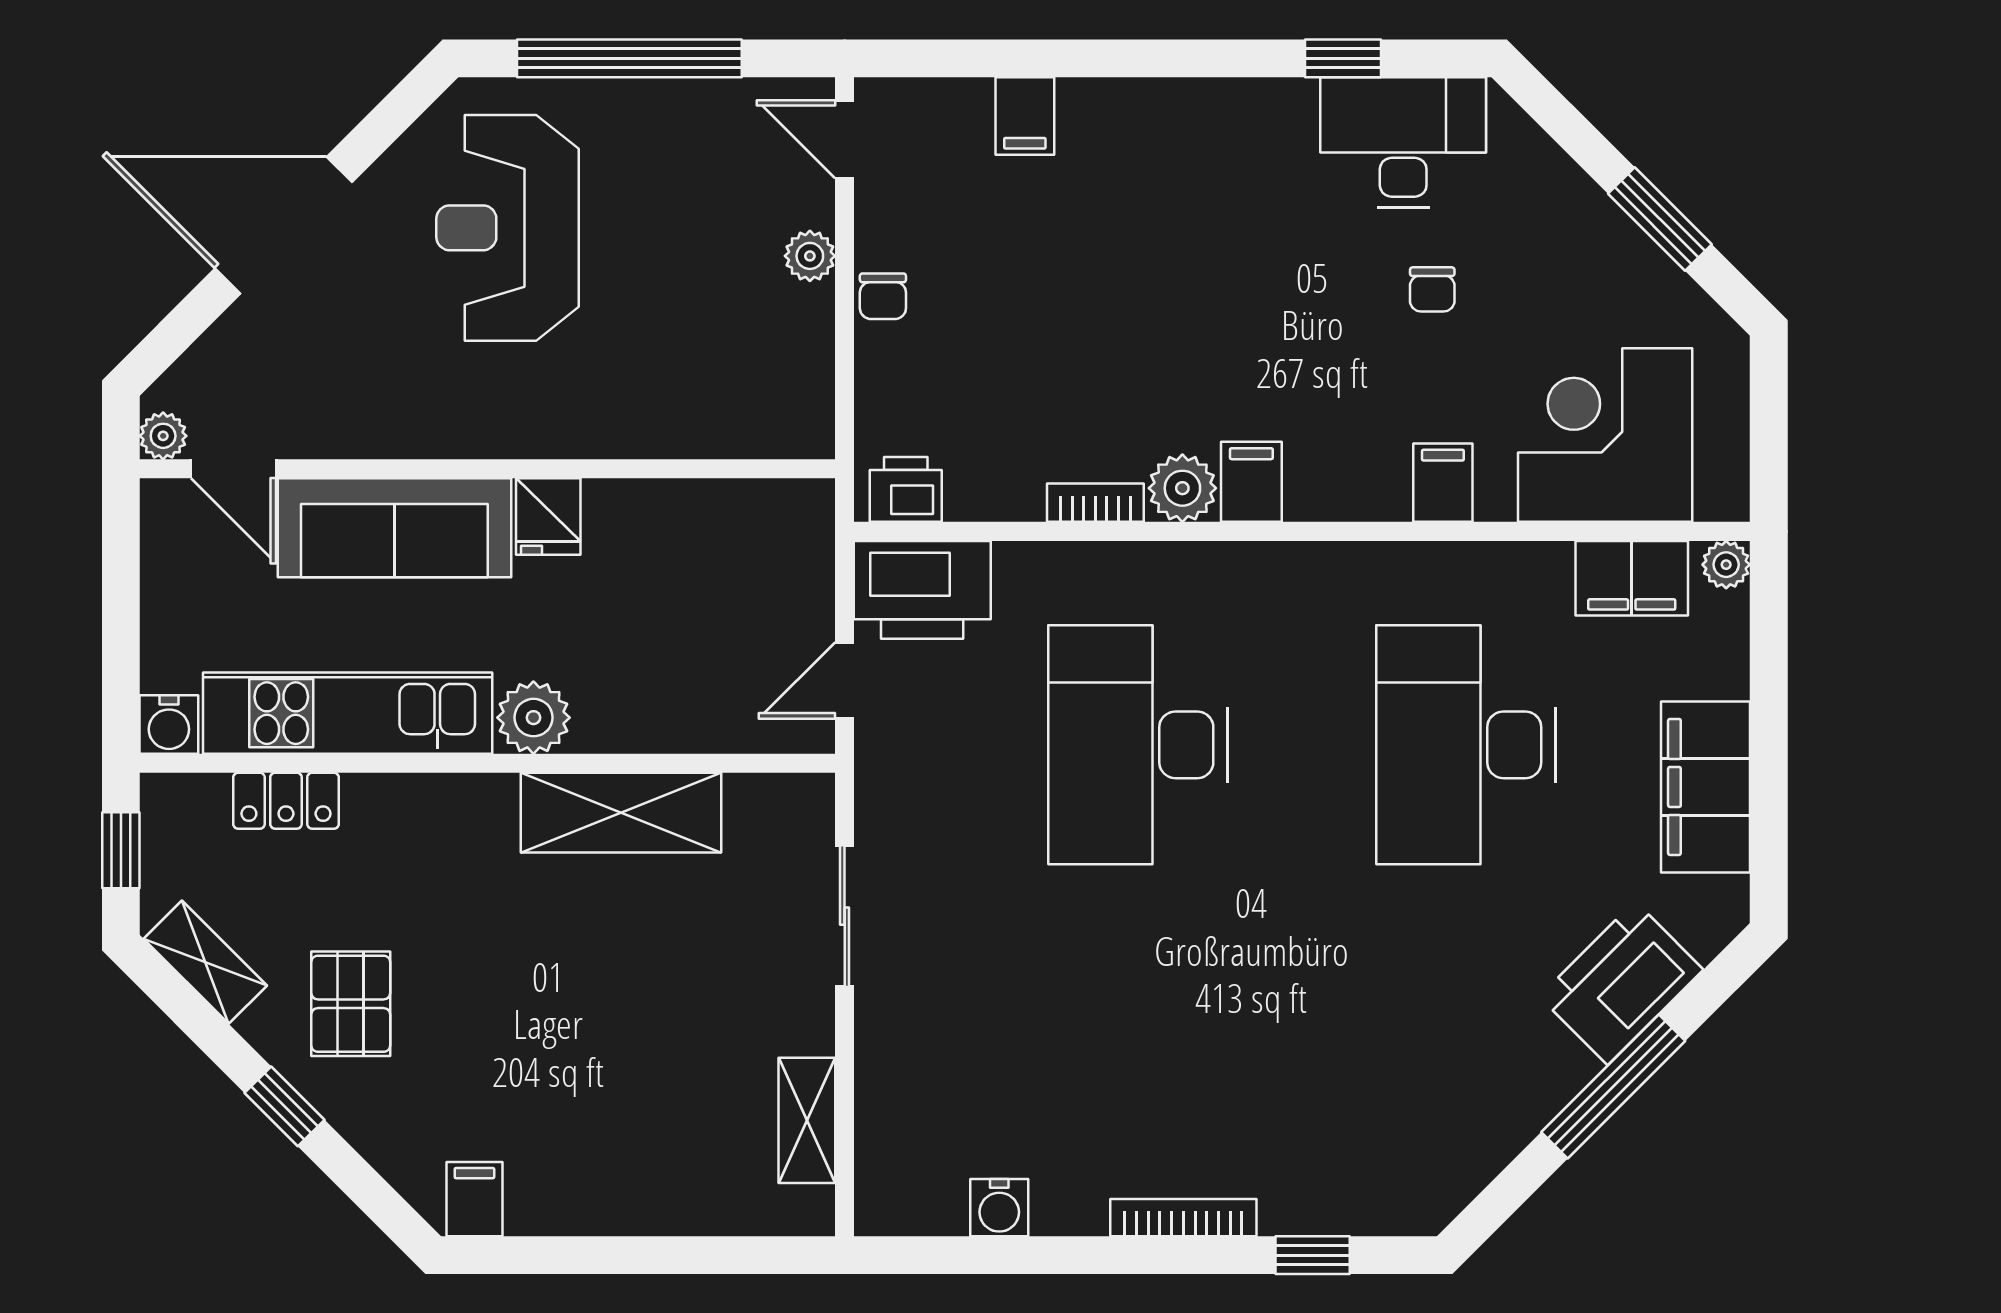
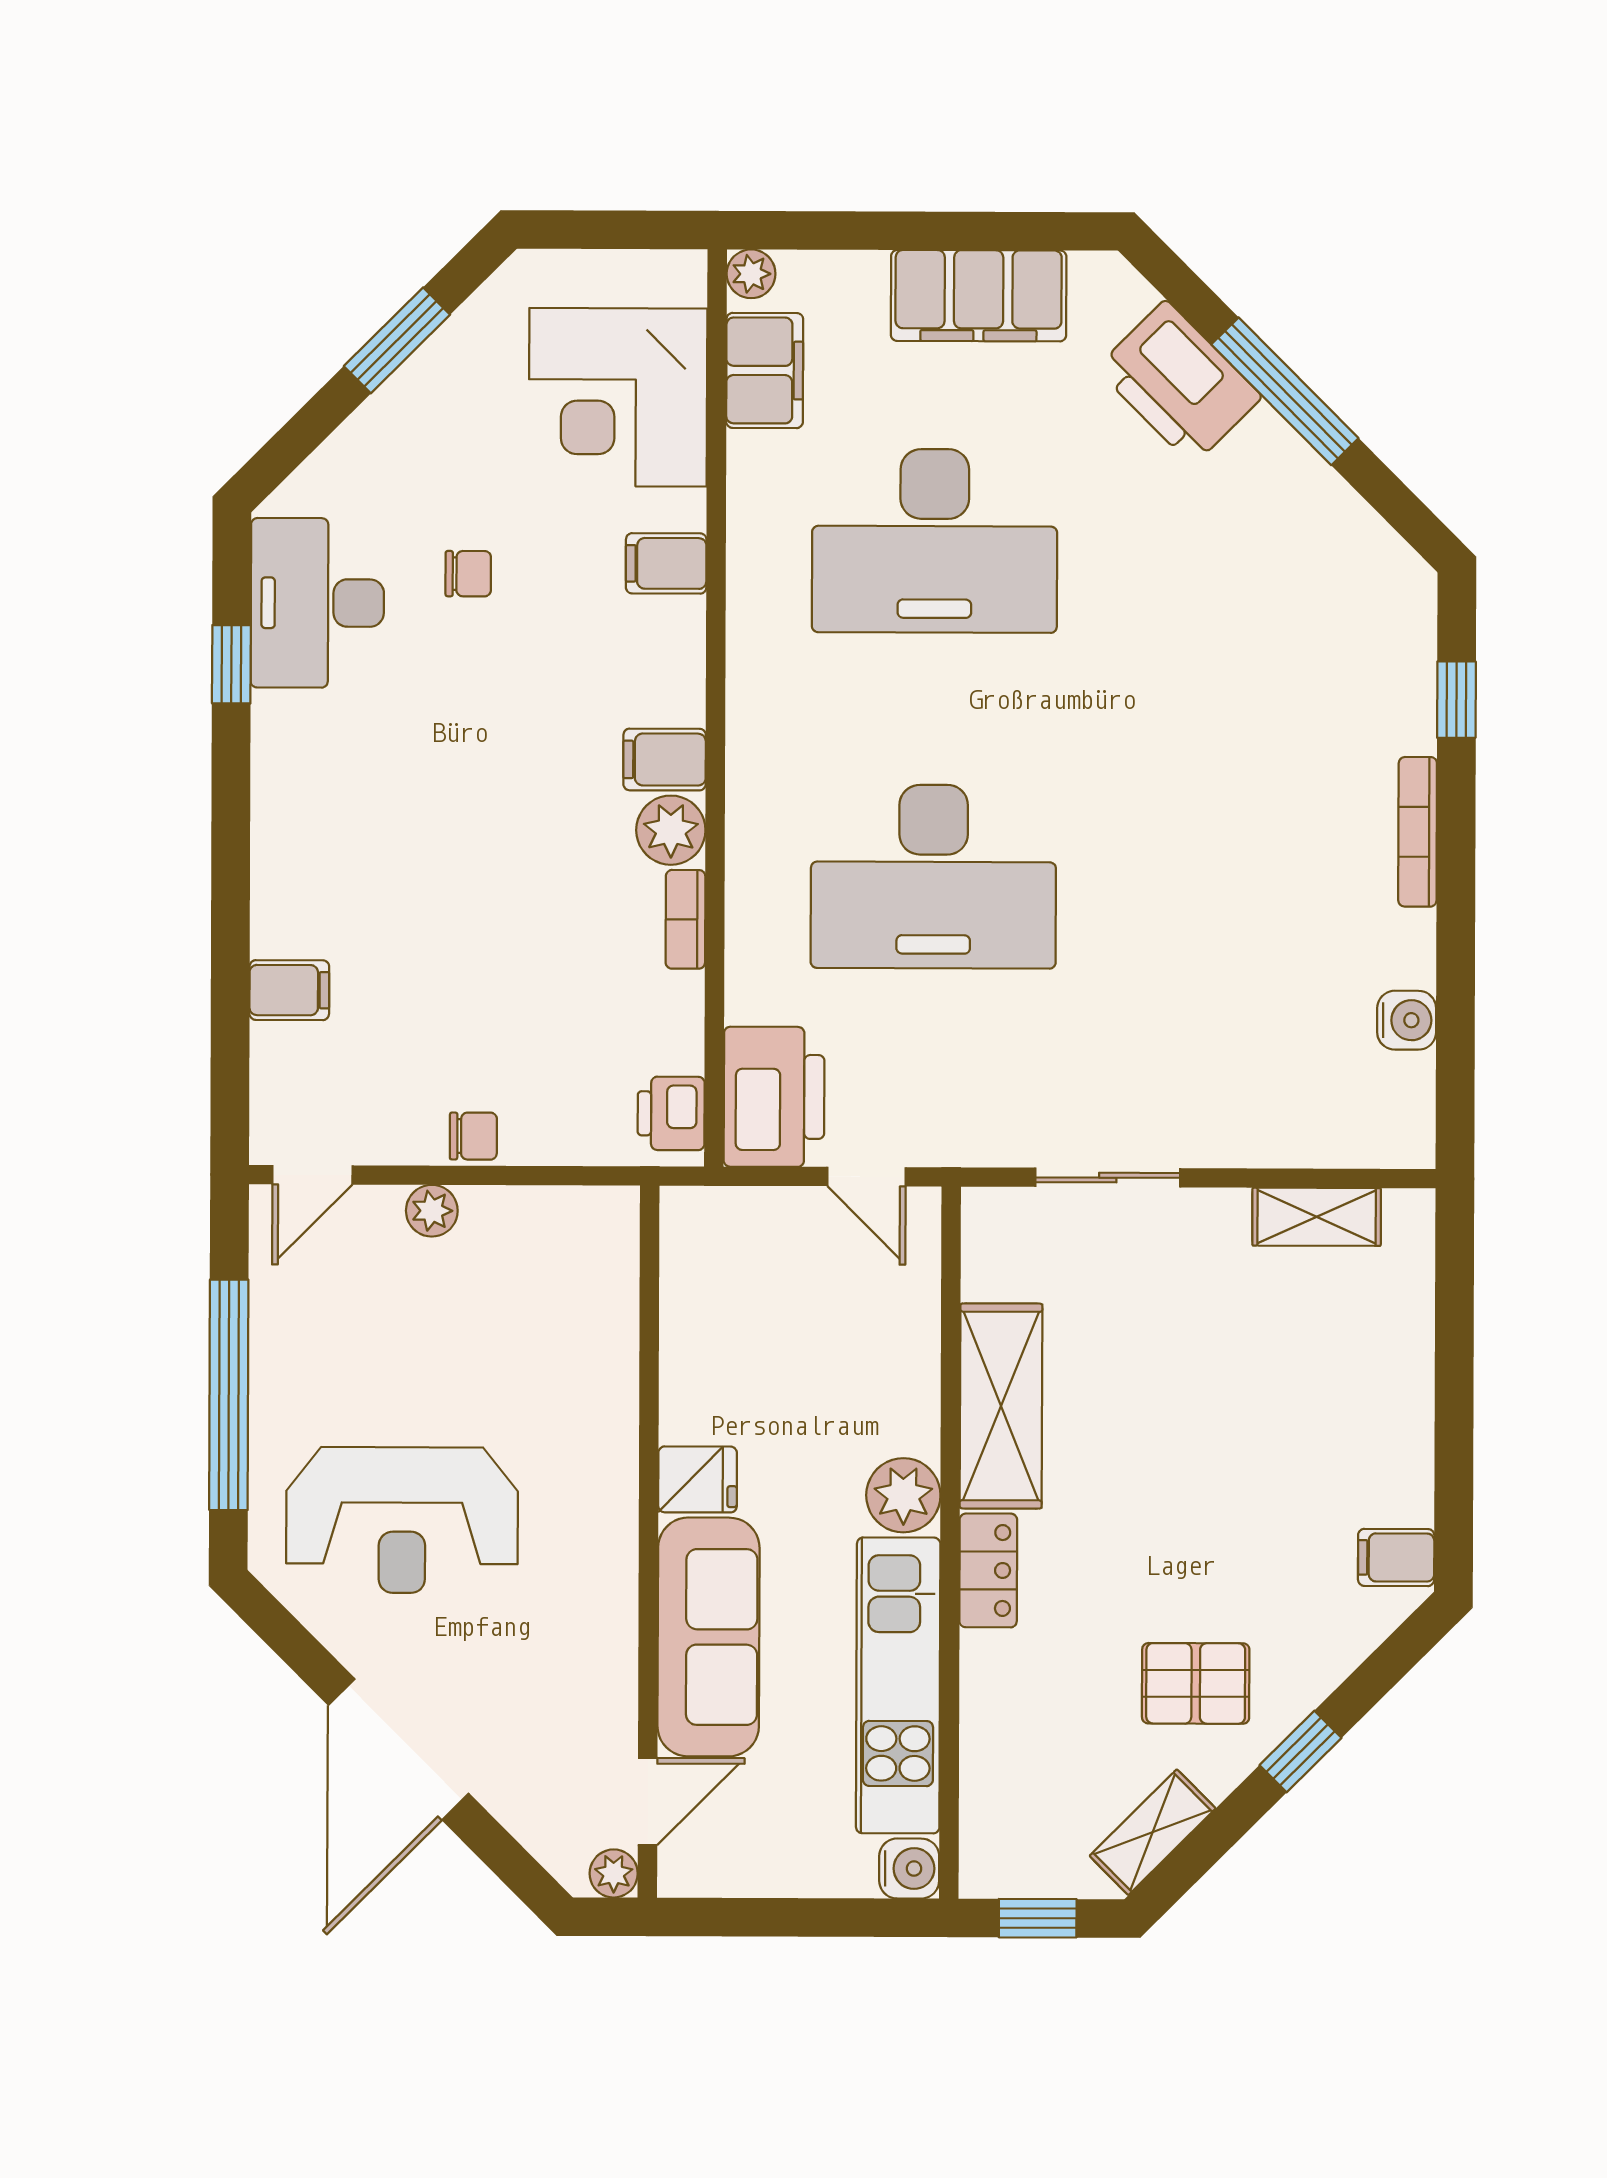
locker: (286, 801) -> (988, 1570), moved

